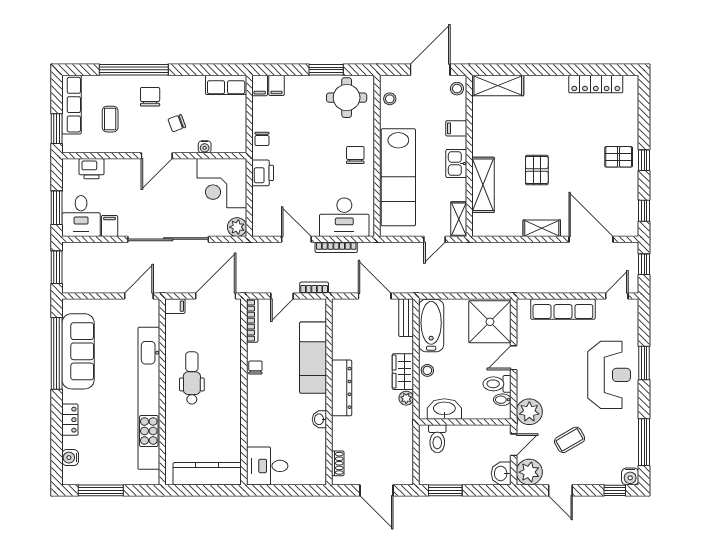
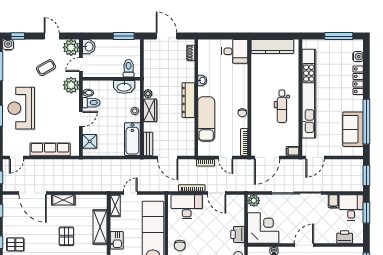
door: (282, 296) -> (226, 157), swing flipped
shower: (490, 322) -> (90, 141), width x0.54, depth x0.54
sofa: (78, 351) -> (353, 129), width x0.73
locker: (70, 420) -> (358, 80), width x1.53

